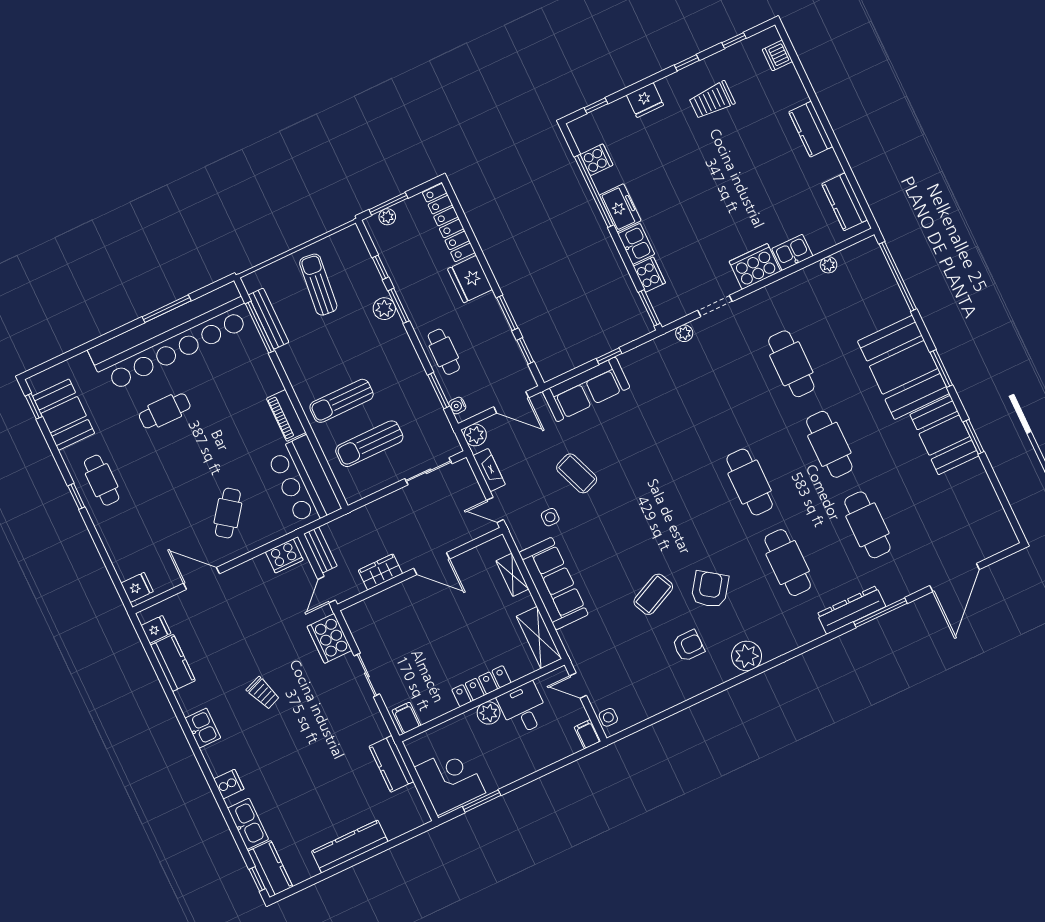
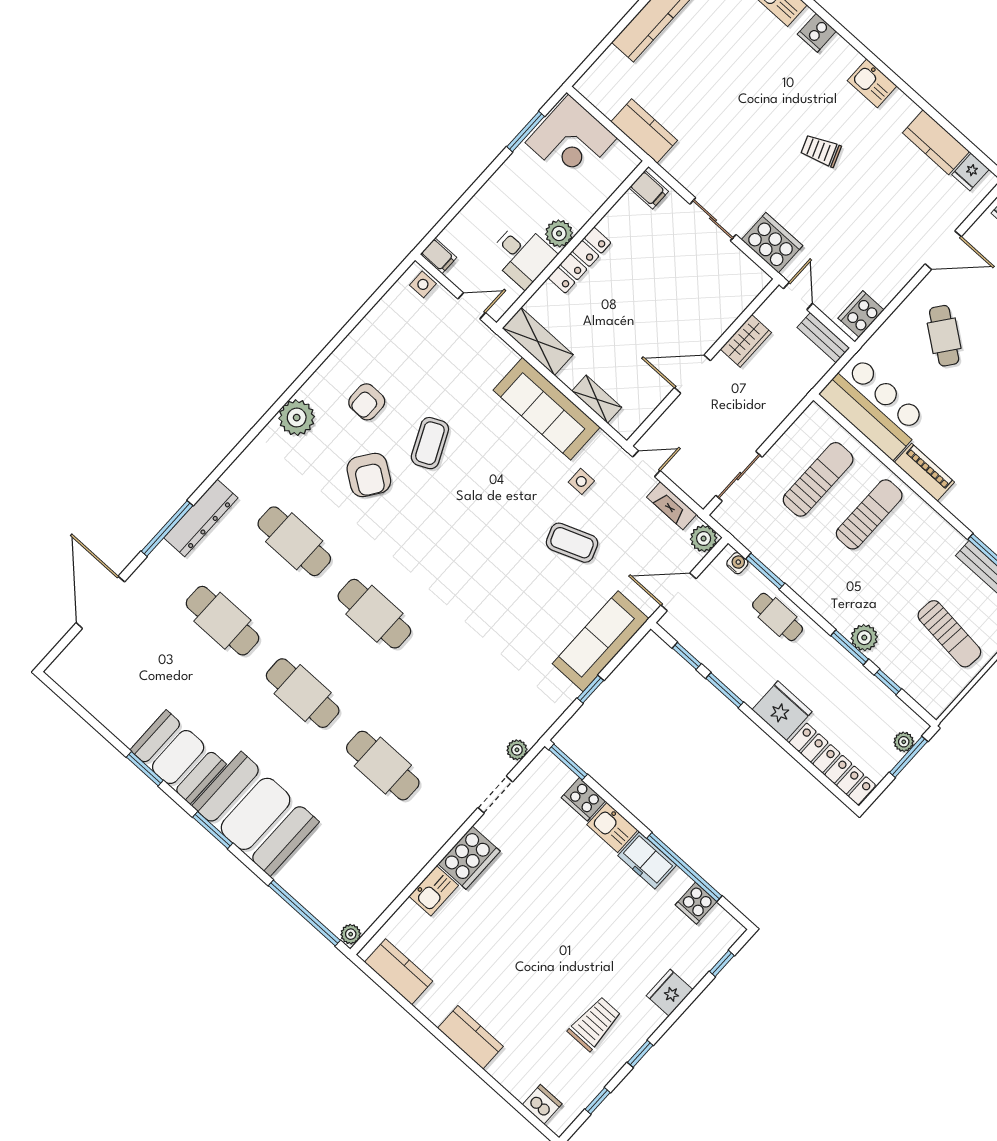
plant: (829, 265) -> (351, 934), moved

